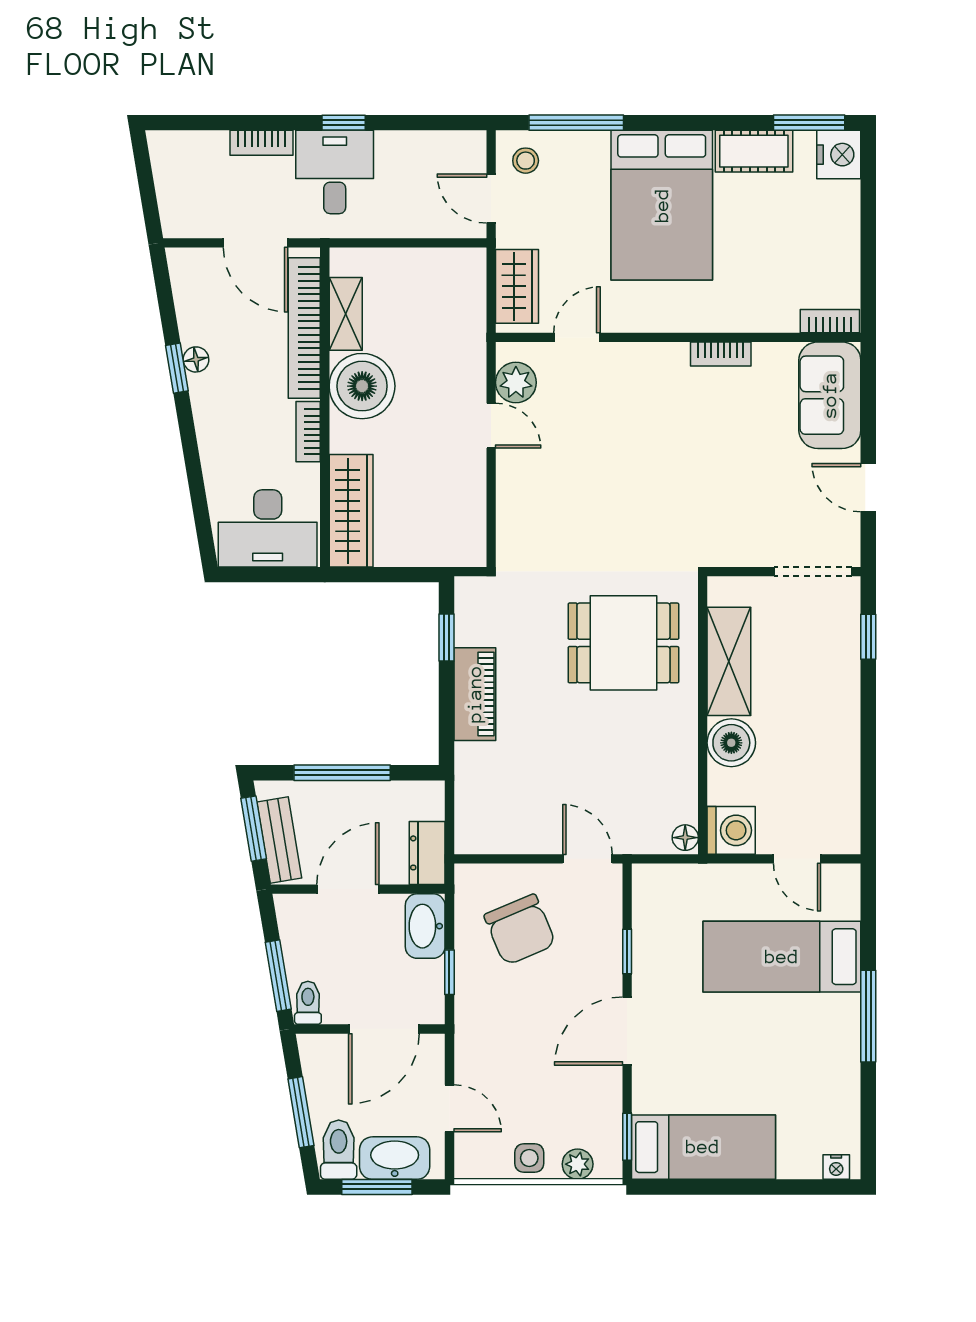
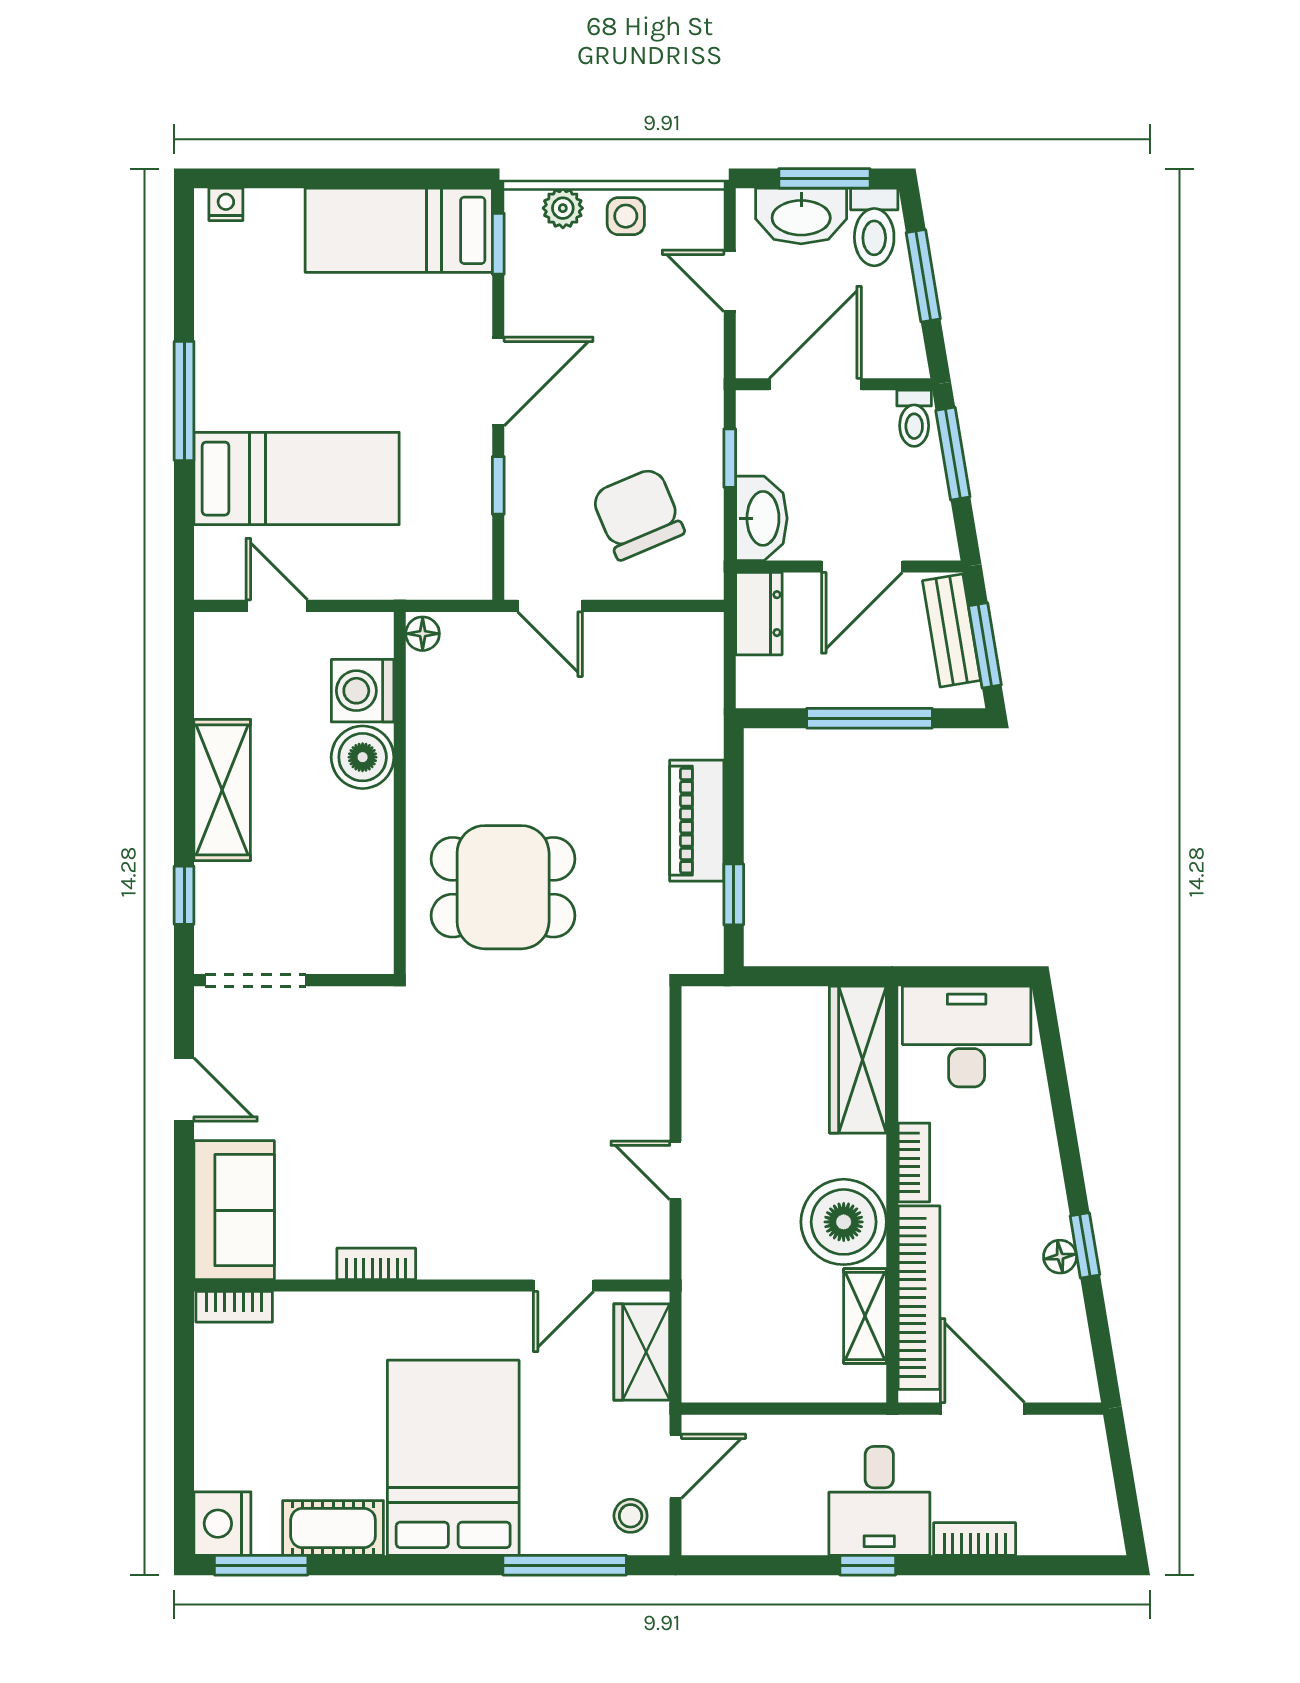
door: (491, 199) -> (676, 1466), hinge flipped
plant: (516, 383) -> (643, 1227), removed
shelving: (729, 661) -> (222, 790), moved
washing machine: (731, 830) -> (363, 691), moved

